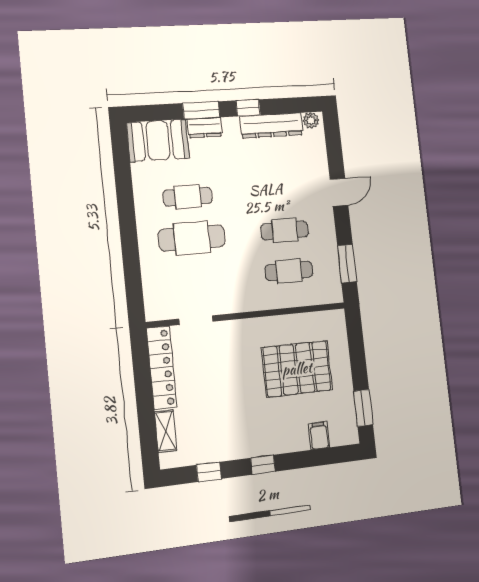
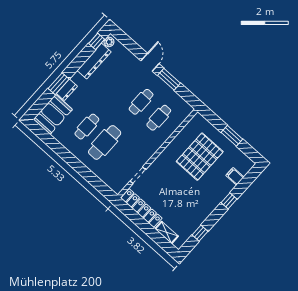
window: (248, 108) -> (97, 41), moved
window: (347, 264) -> (169, 79), moved
window: (363, 408) -> (232, 136), moved
window: (263, 465) -> (229, 201), moved

